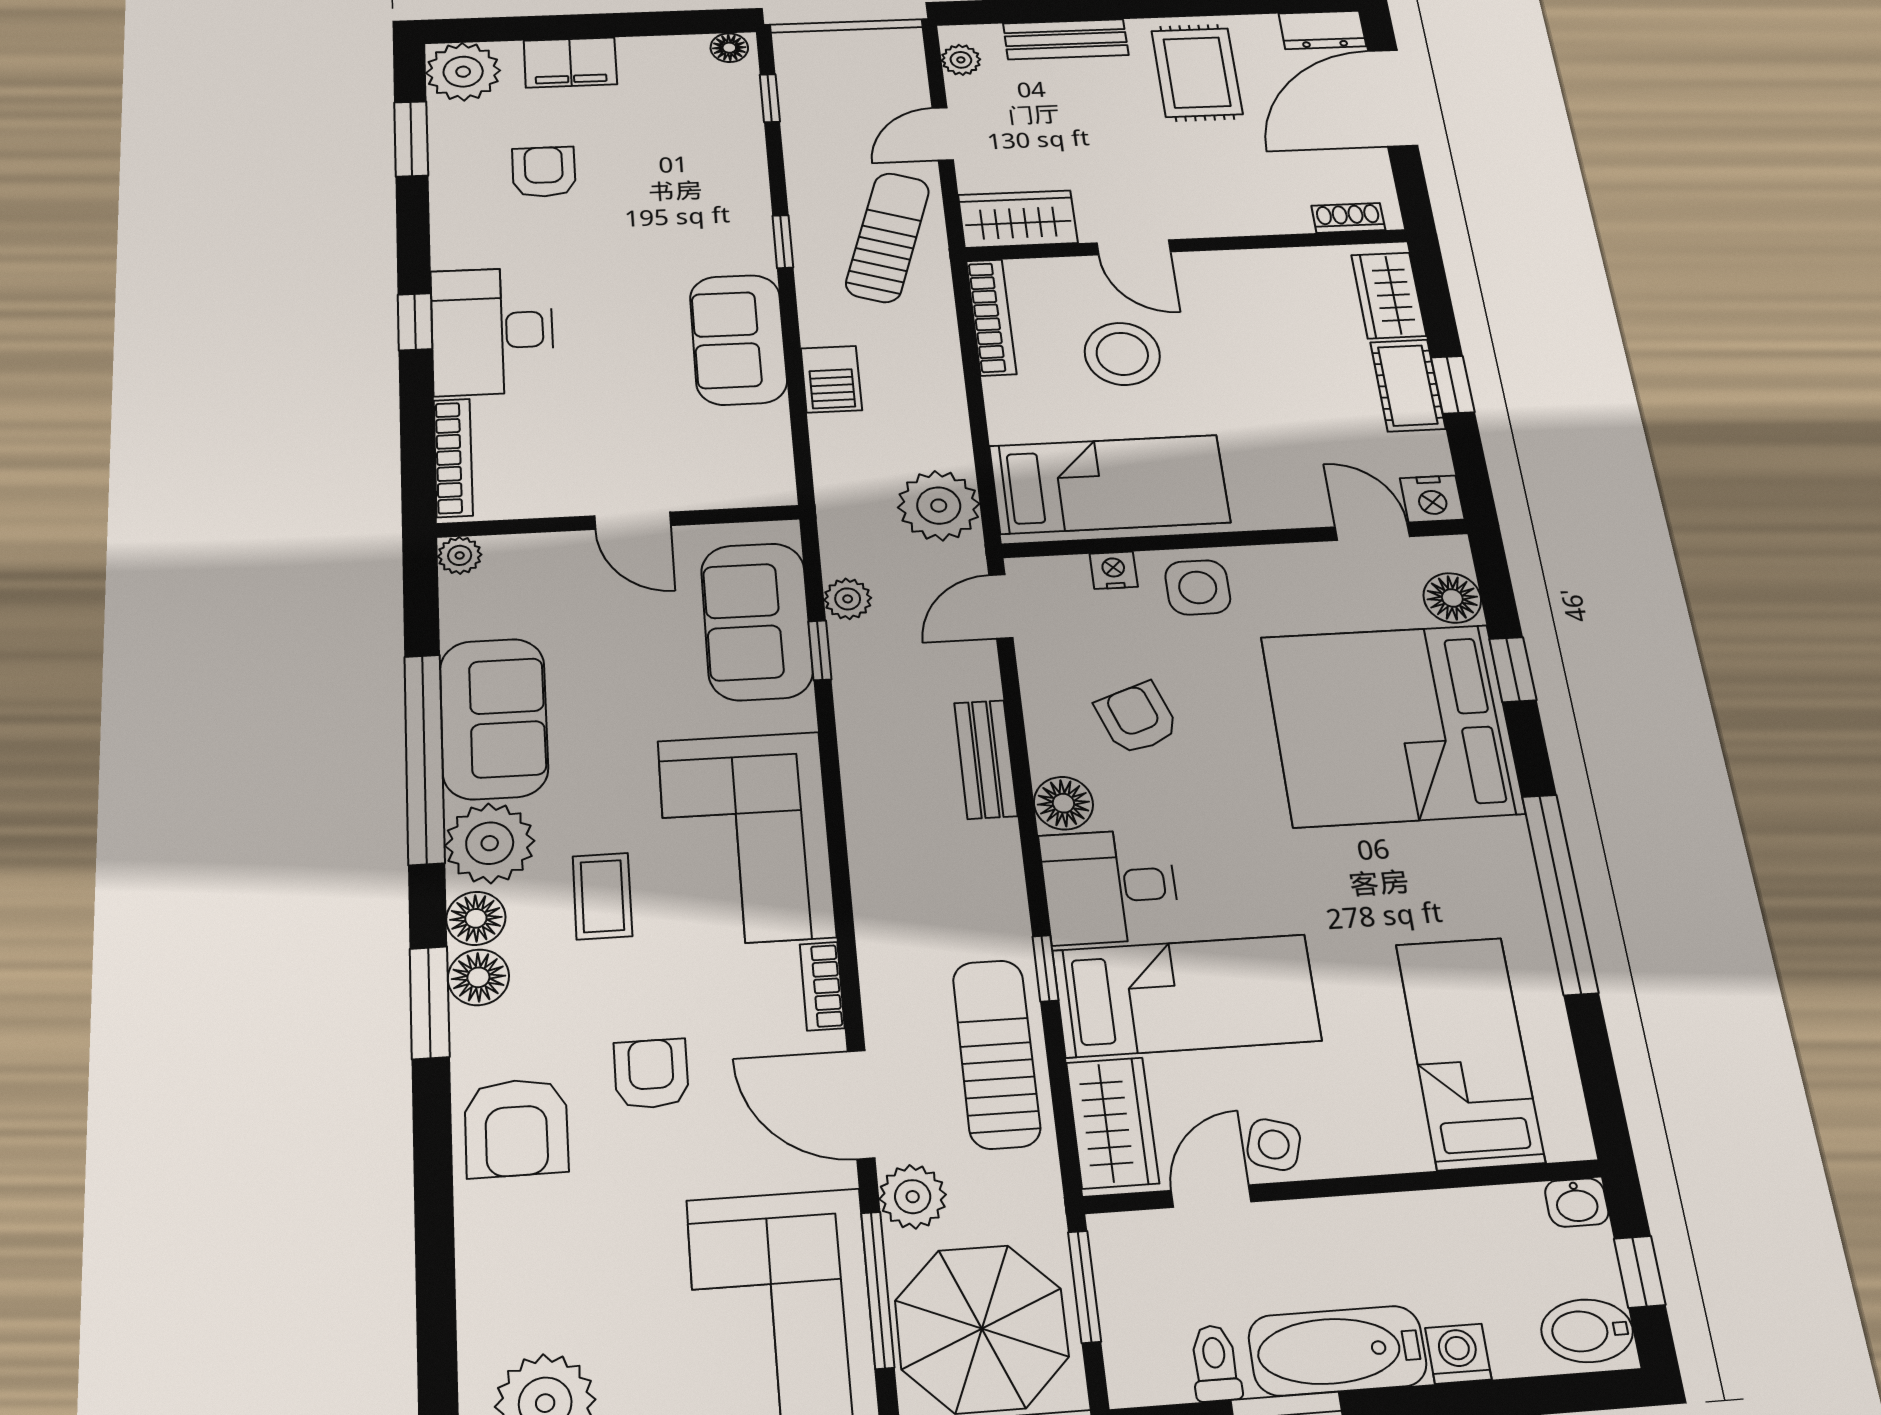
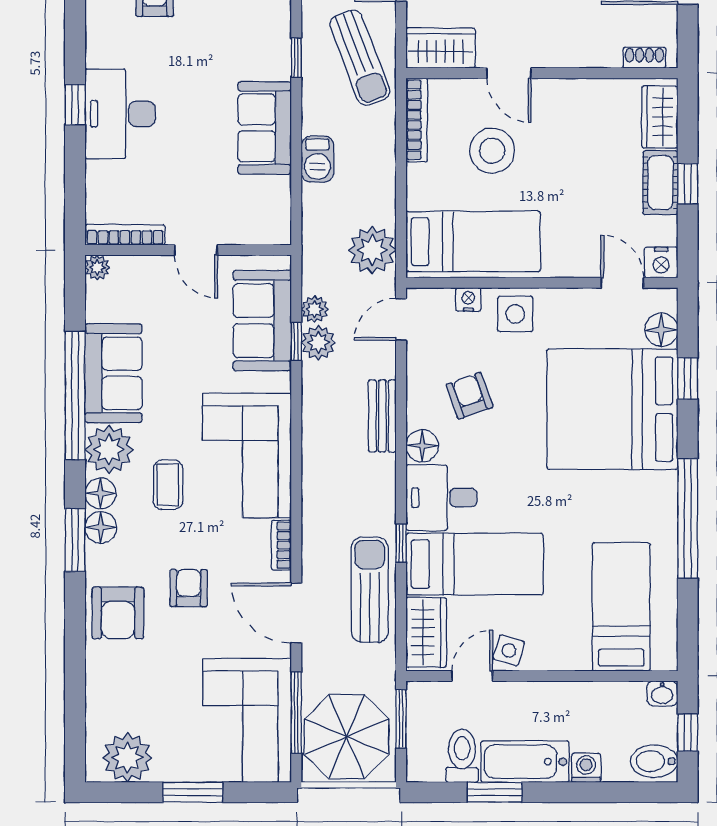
sun lounger: (888, 237) -> (360, 58), turned 141
bookcase: (453, 458) -> (125, 235), moved, turned -90
plant: (913, 1197) -> (318, 343), moved
toilet: (1215, 1363) -> (462, 756), width x1.37, depth x1.39

